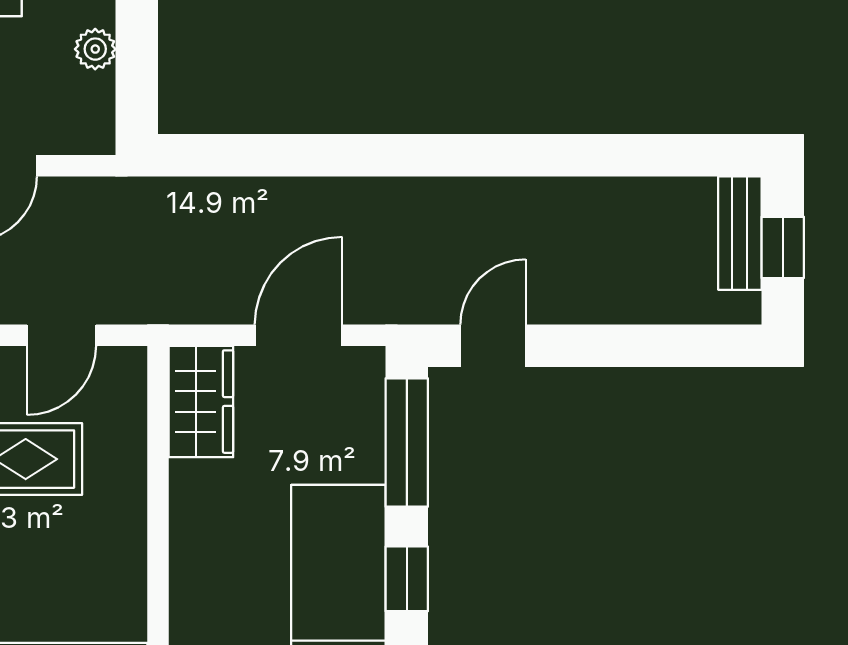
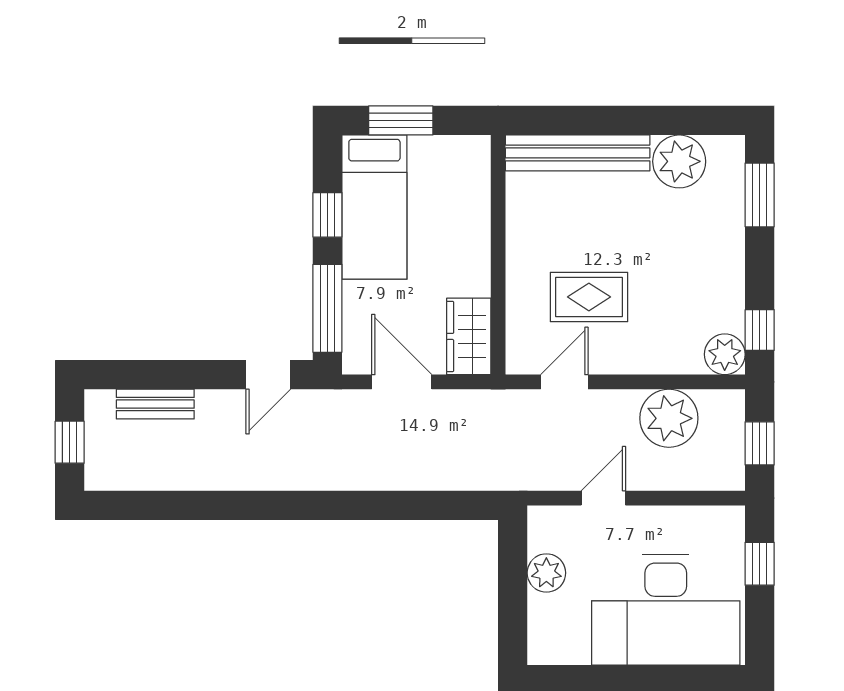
plant: (95, 49) -> (546, 573), width x1.38, depth x1.38
bench: (740, 233) -> (155, 404), moved, turned 90
door: (299, 335) -> (402, 382), swing flipped

